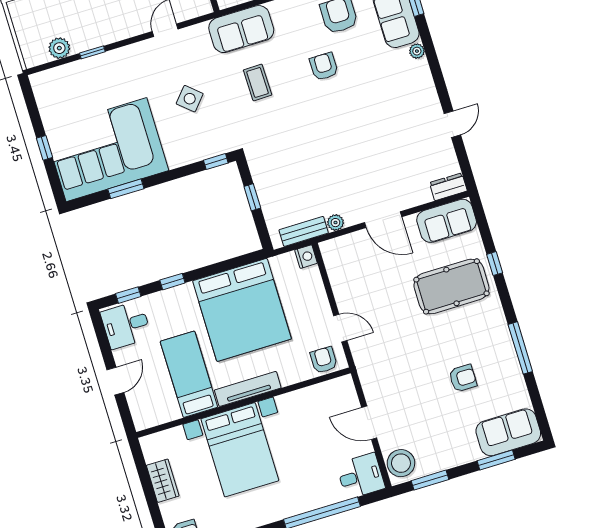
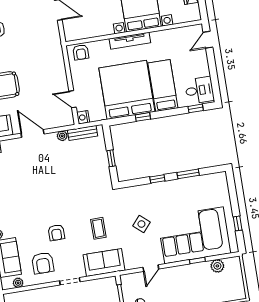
window: (44, 148) -> (238, 223), moved
corner sofa: (106, 150) -> (194, 235), moved, turned 180
window: (216, 162) -> (157, 179), moved
window: (172, 282) -> (143, 117), moved
door: (340, 328) -> (73, 99), moved
bed: (189, 374) -> (163, 85), moved, turned 180
door: (115, 381) -> (208, 40), moved

